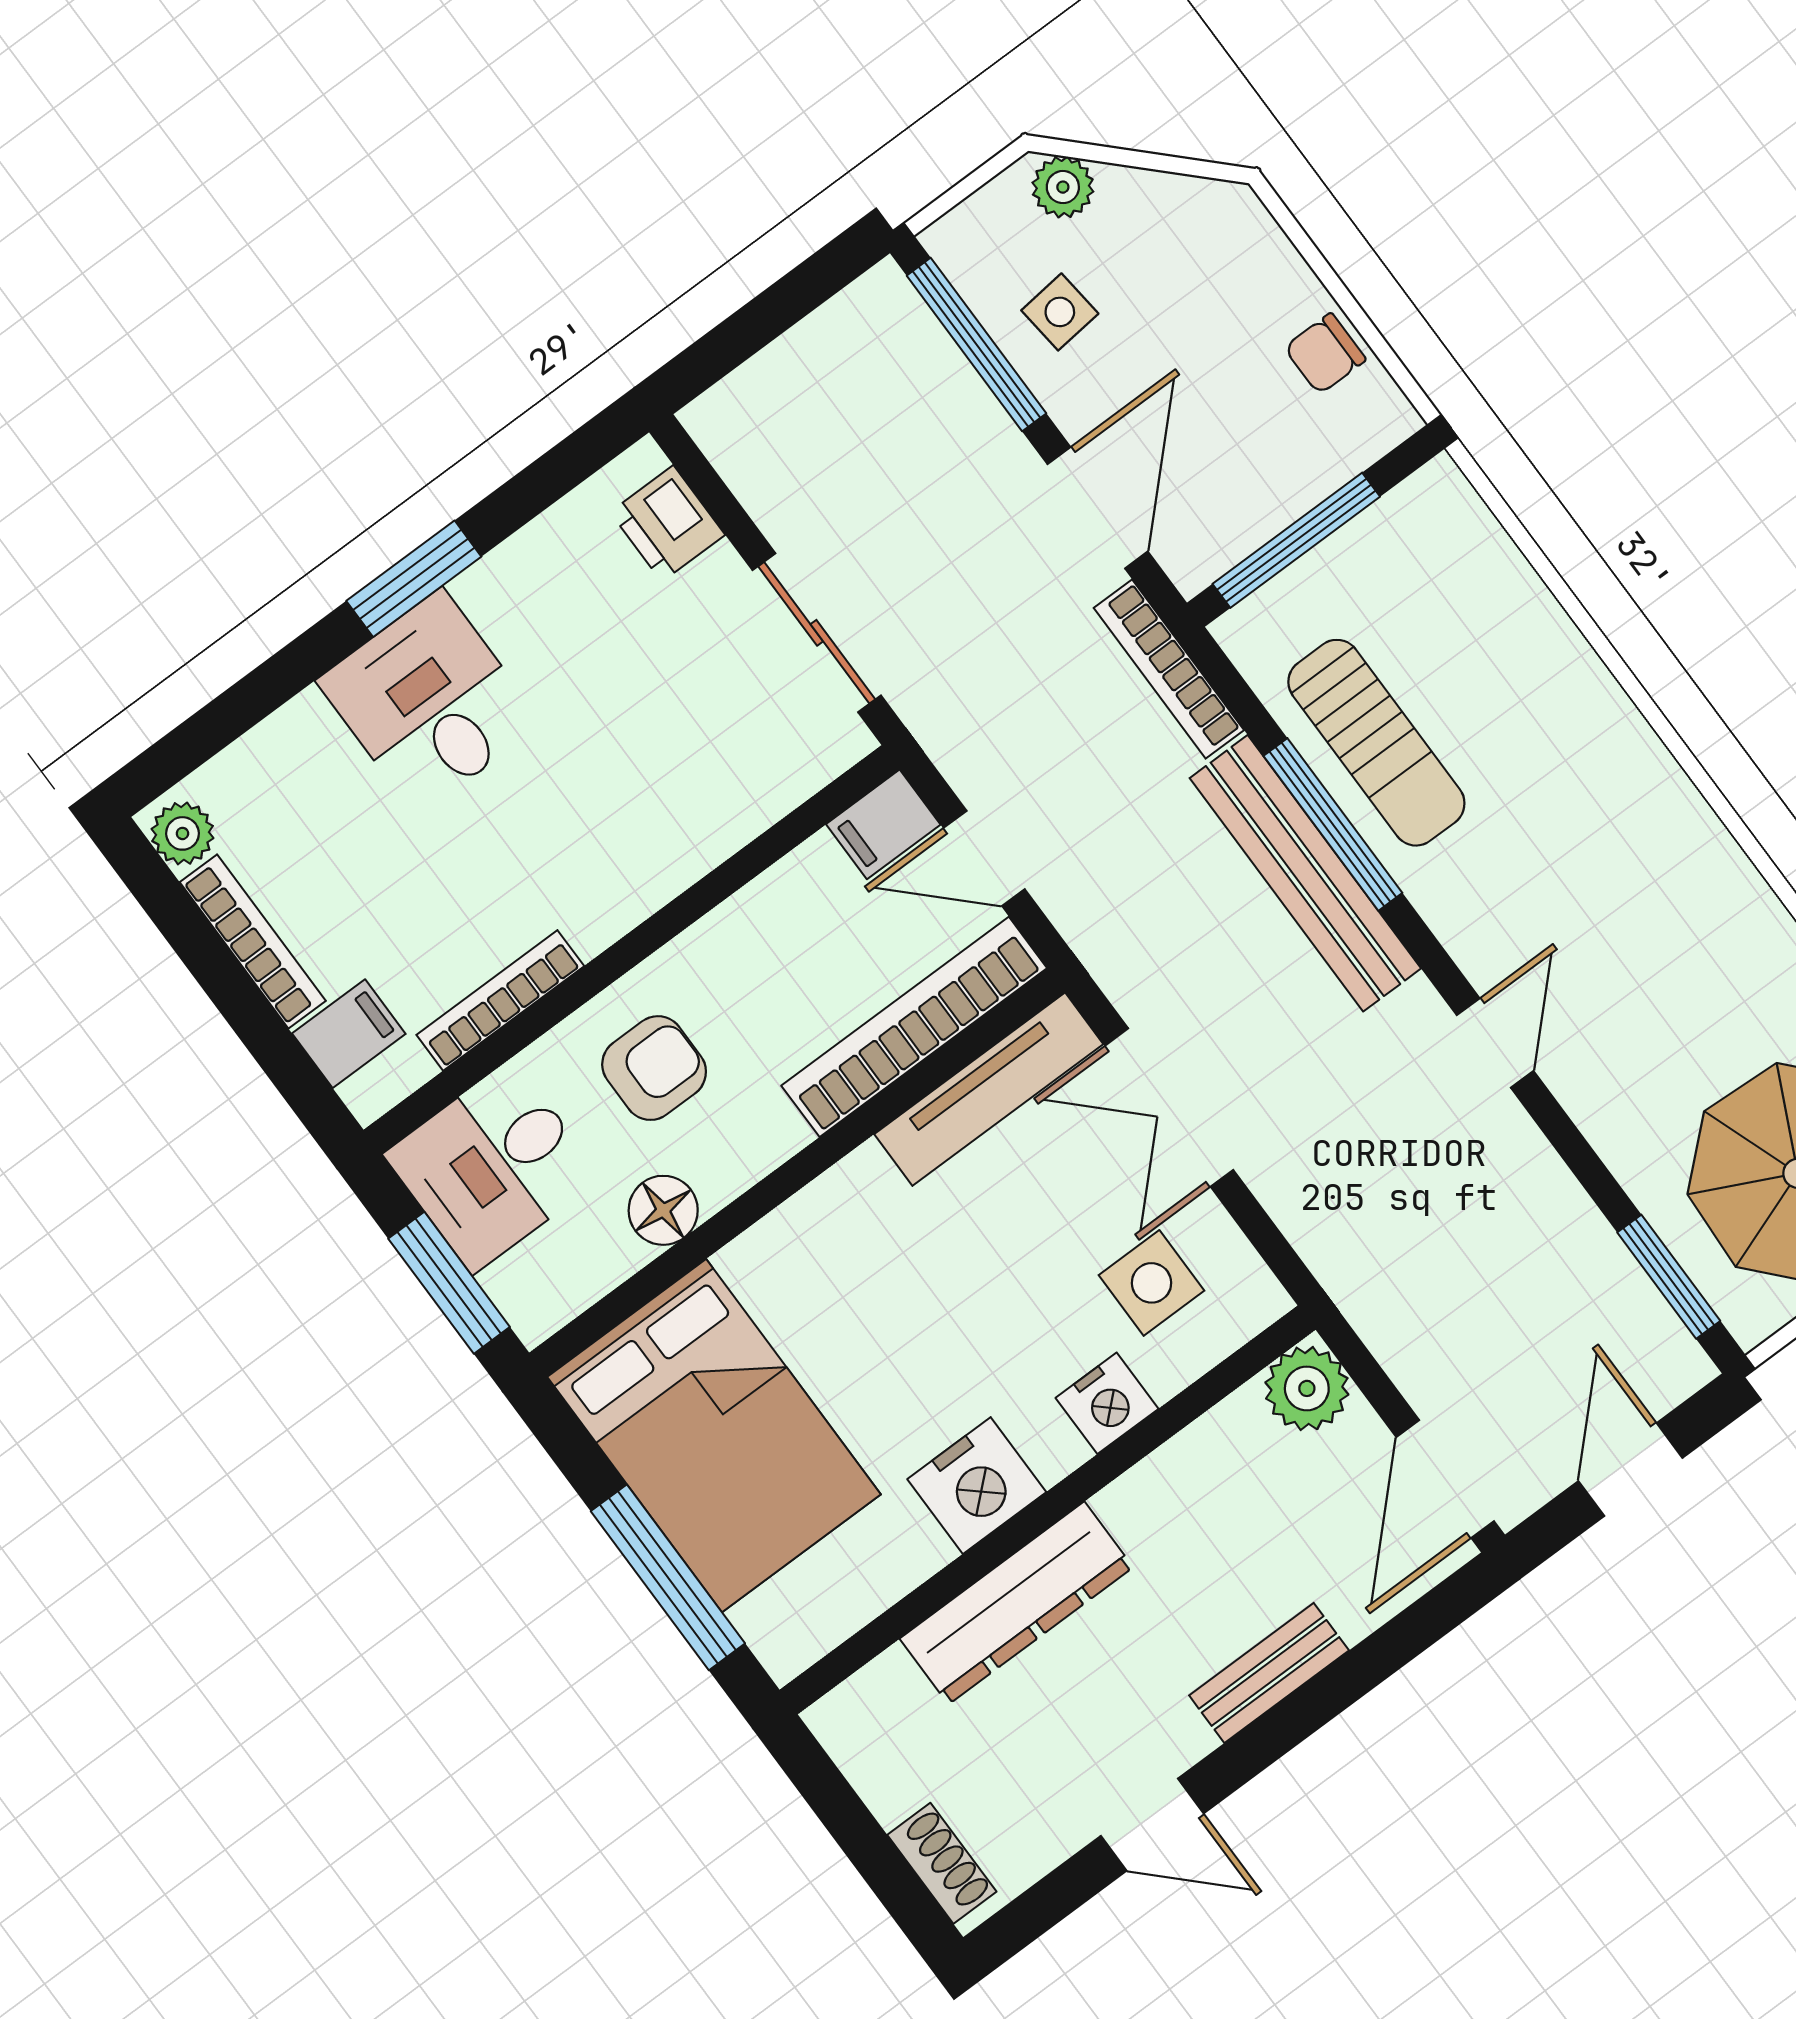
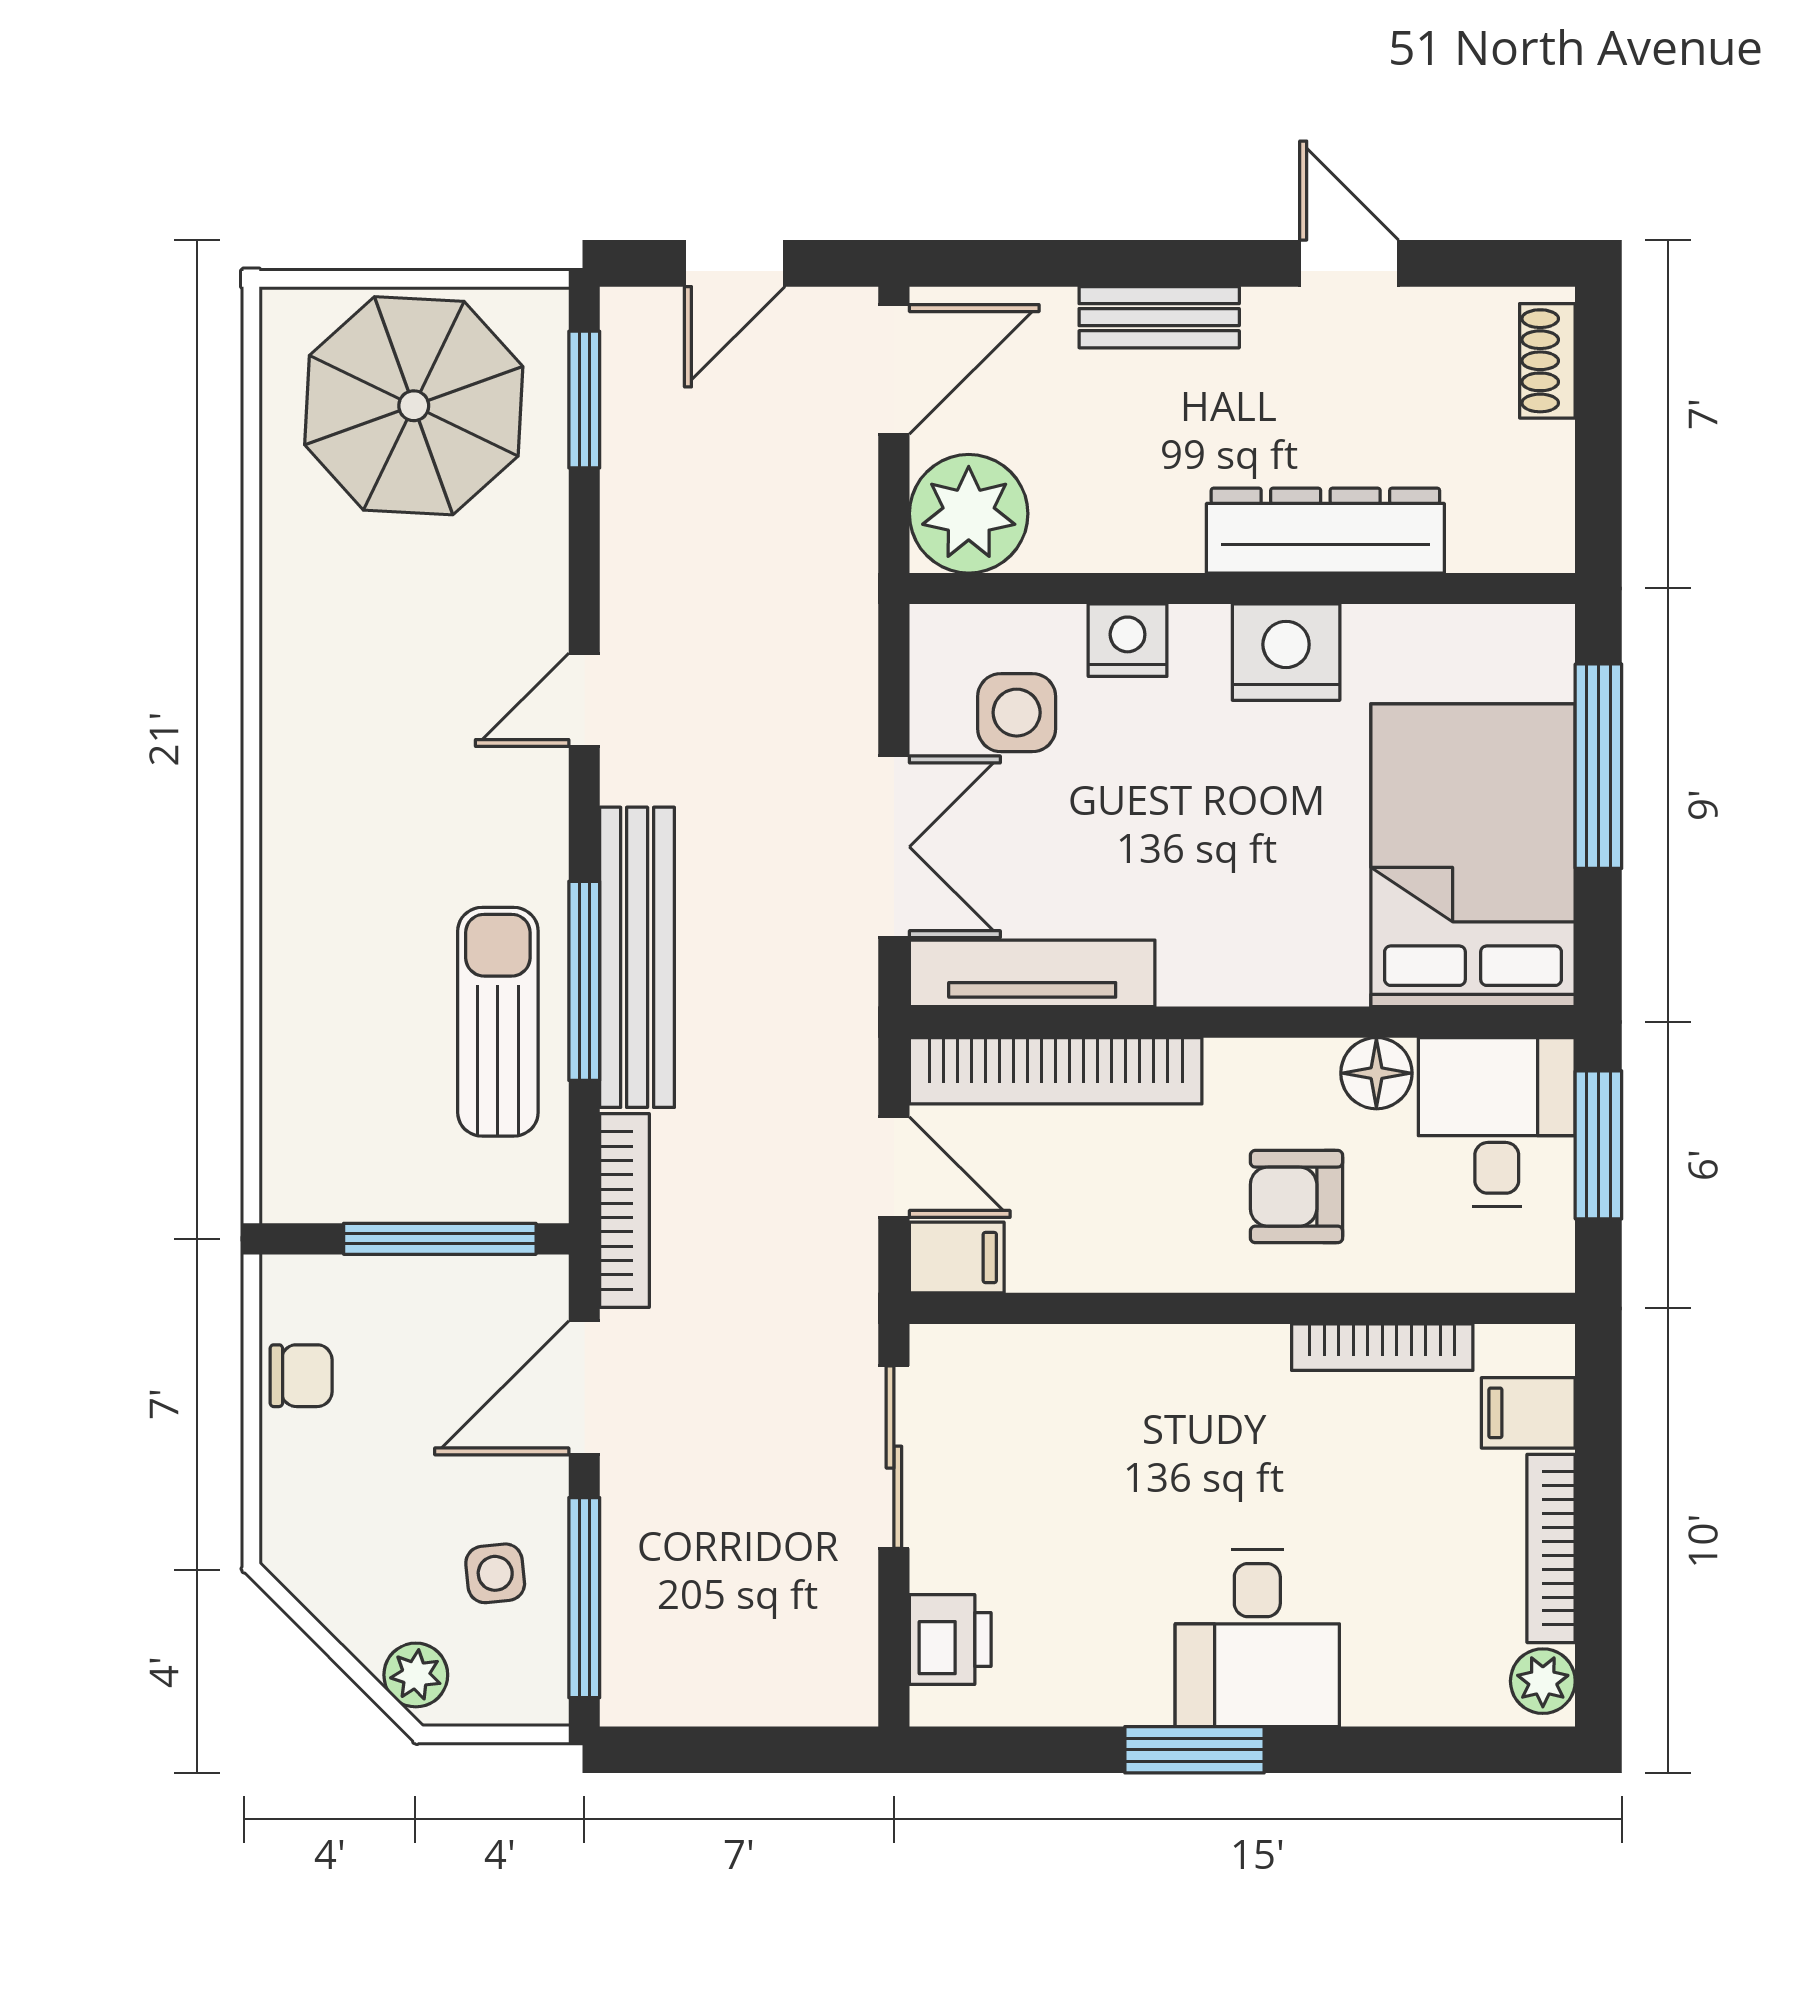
desk: (493, 1166) -> (1497, 1122), moved, turned -90
plant: (1307, 1388) -> (969, 514), width x1.36, depth x1.36

